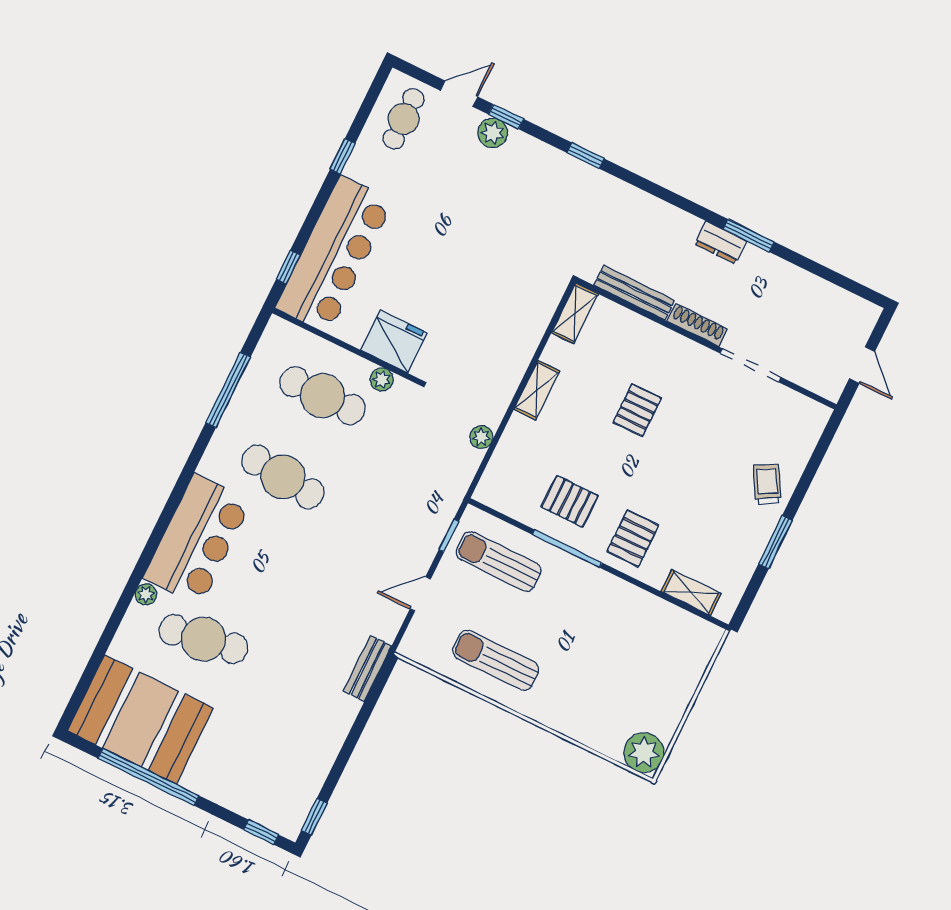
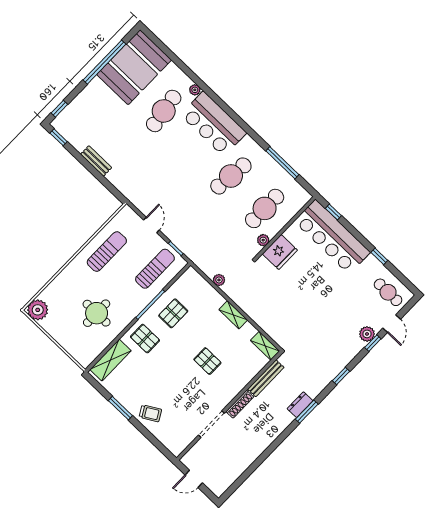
window: (749, 236) -> (307, 412), moved
dresser: (721, 243) -> (300, 405), moved
shelving: (691, 593) -> (111, 360), width x1.50, depth x1.33
round table: (615, 642) -> (97, 313), added
bench: (368, 668) -> (96, 161), moved

